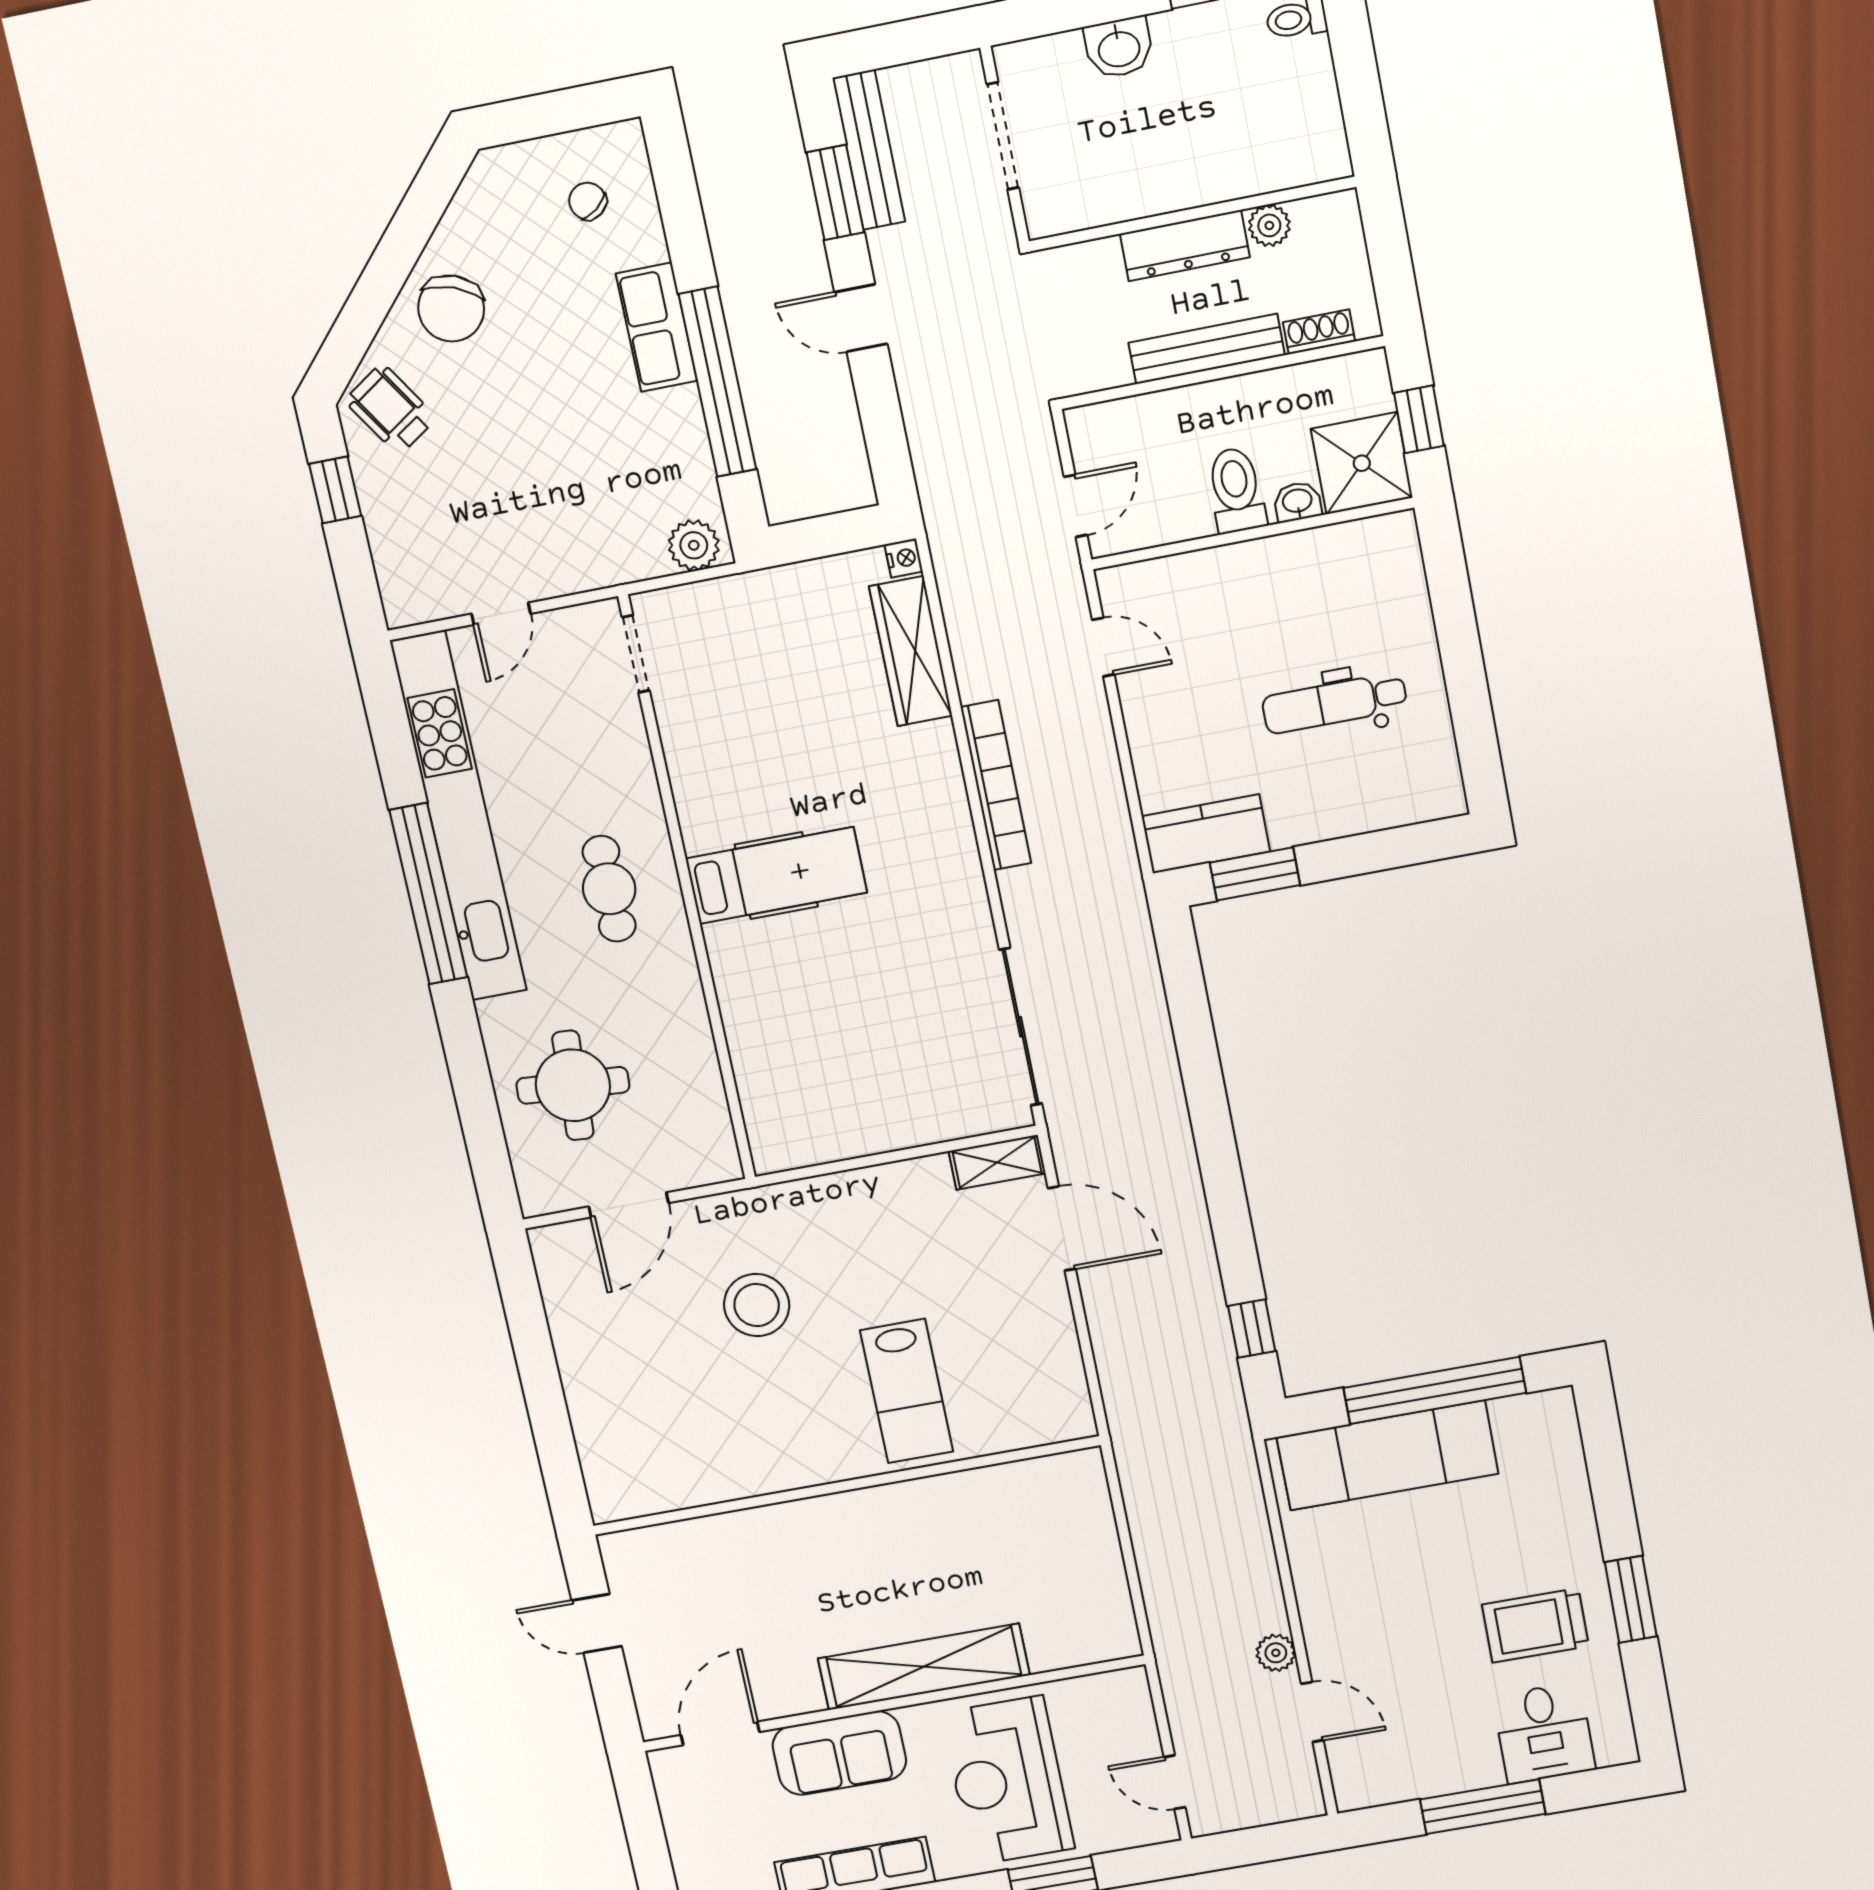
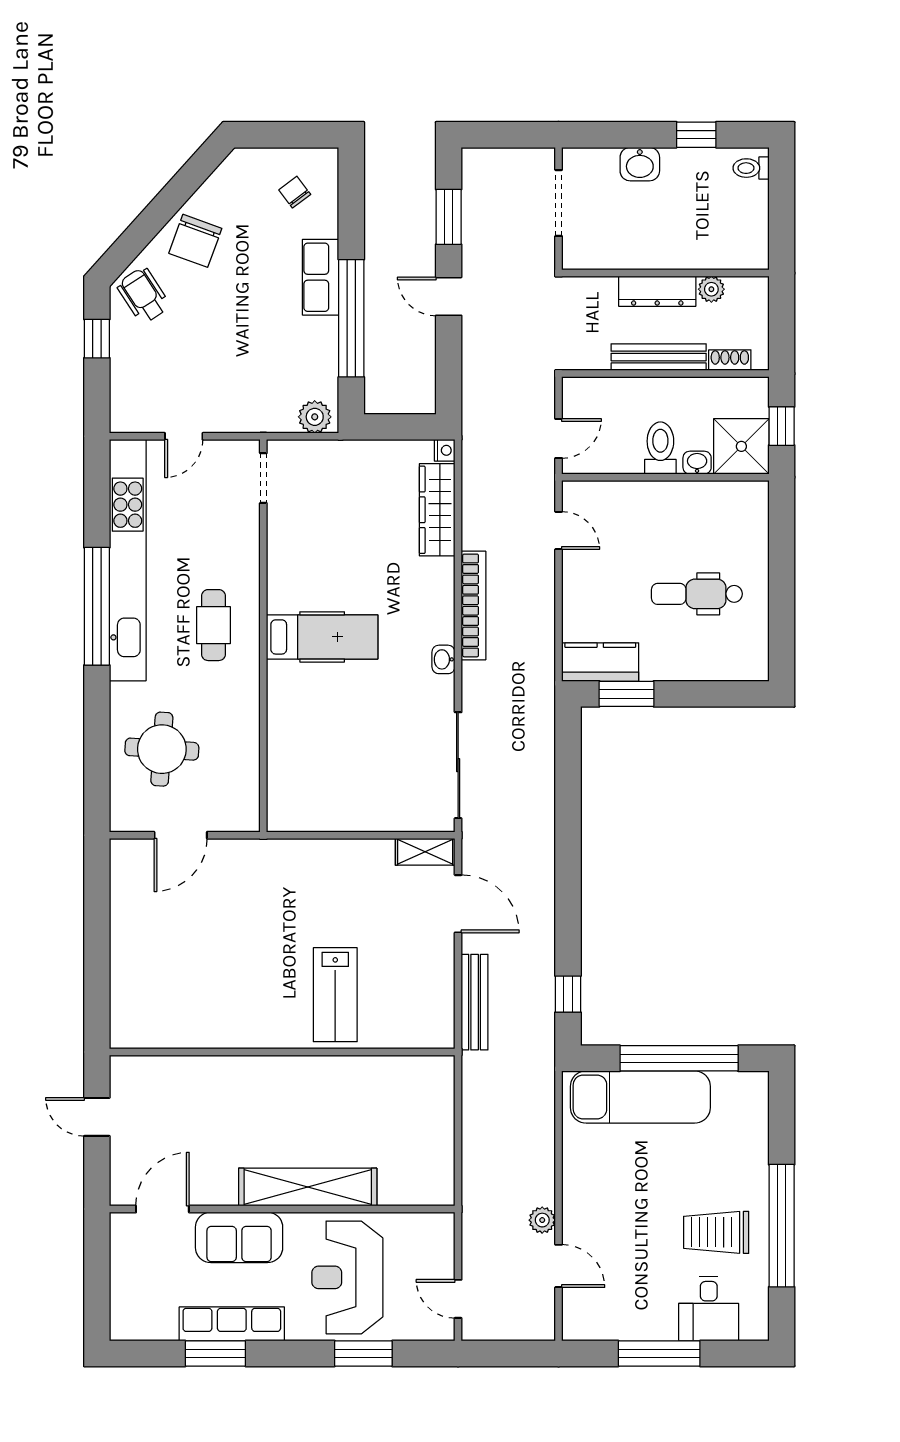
bench: (869, 150) -> (475, 1002), moved
washbasin: (967, 875) -> (443, 659), added
stool: (757, 1305) -> (249, 918), removed
window: (1631, 1599) -> (782, 1226), width x2.11

